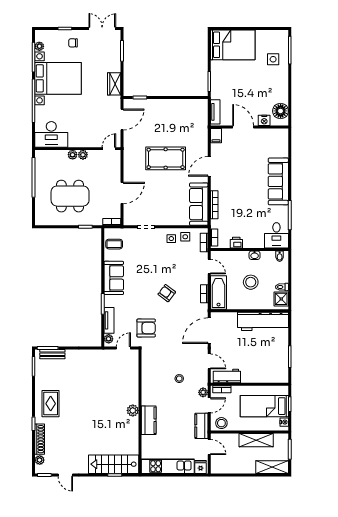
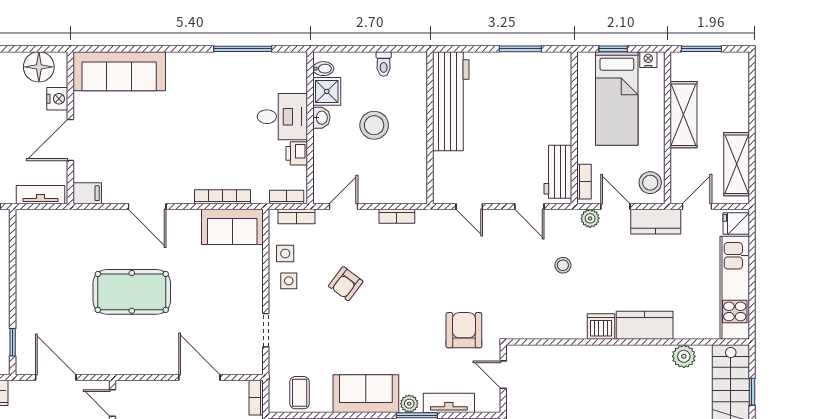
pool table: (166, 158) -> (132, 292), turned 90
sofa: (278, 181) -> (119, 71), moved
sofa: (199, 204) -> (232, 227), width x0.73
desk: (276, 235) -> (282, 117), moved
bathtub: (219, 292) -> (394, 188), removed
armchair: (167, 293) -> (346, 284), moved
shower: (281, 299) -> (327, 91), moved
door: (209, 331) -> (469, 207), width x0.53
plant: (109, 339) -> (409, 404), moved
door: (209, 361) -> (529, 207), swing flipped
dishwasher: (148, 398) -> (601, 327), added
plant: (133, 410) -> (684, 356), moved
shelving: (272, 467) -> (737, 164), moved

